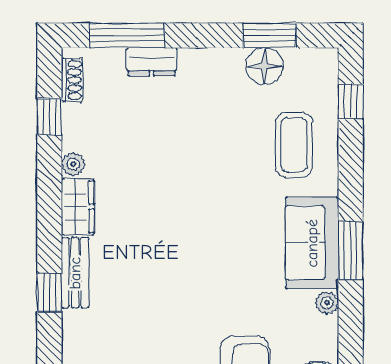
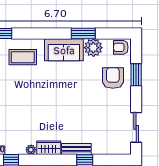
window: (351, 250) -> (83, 33), moved
plant: (327, 303) -> (93, 48), width x1.88, depth x1.88

